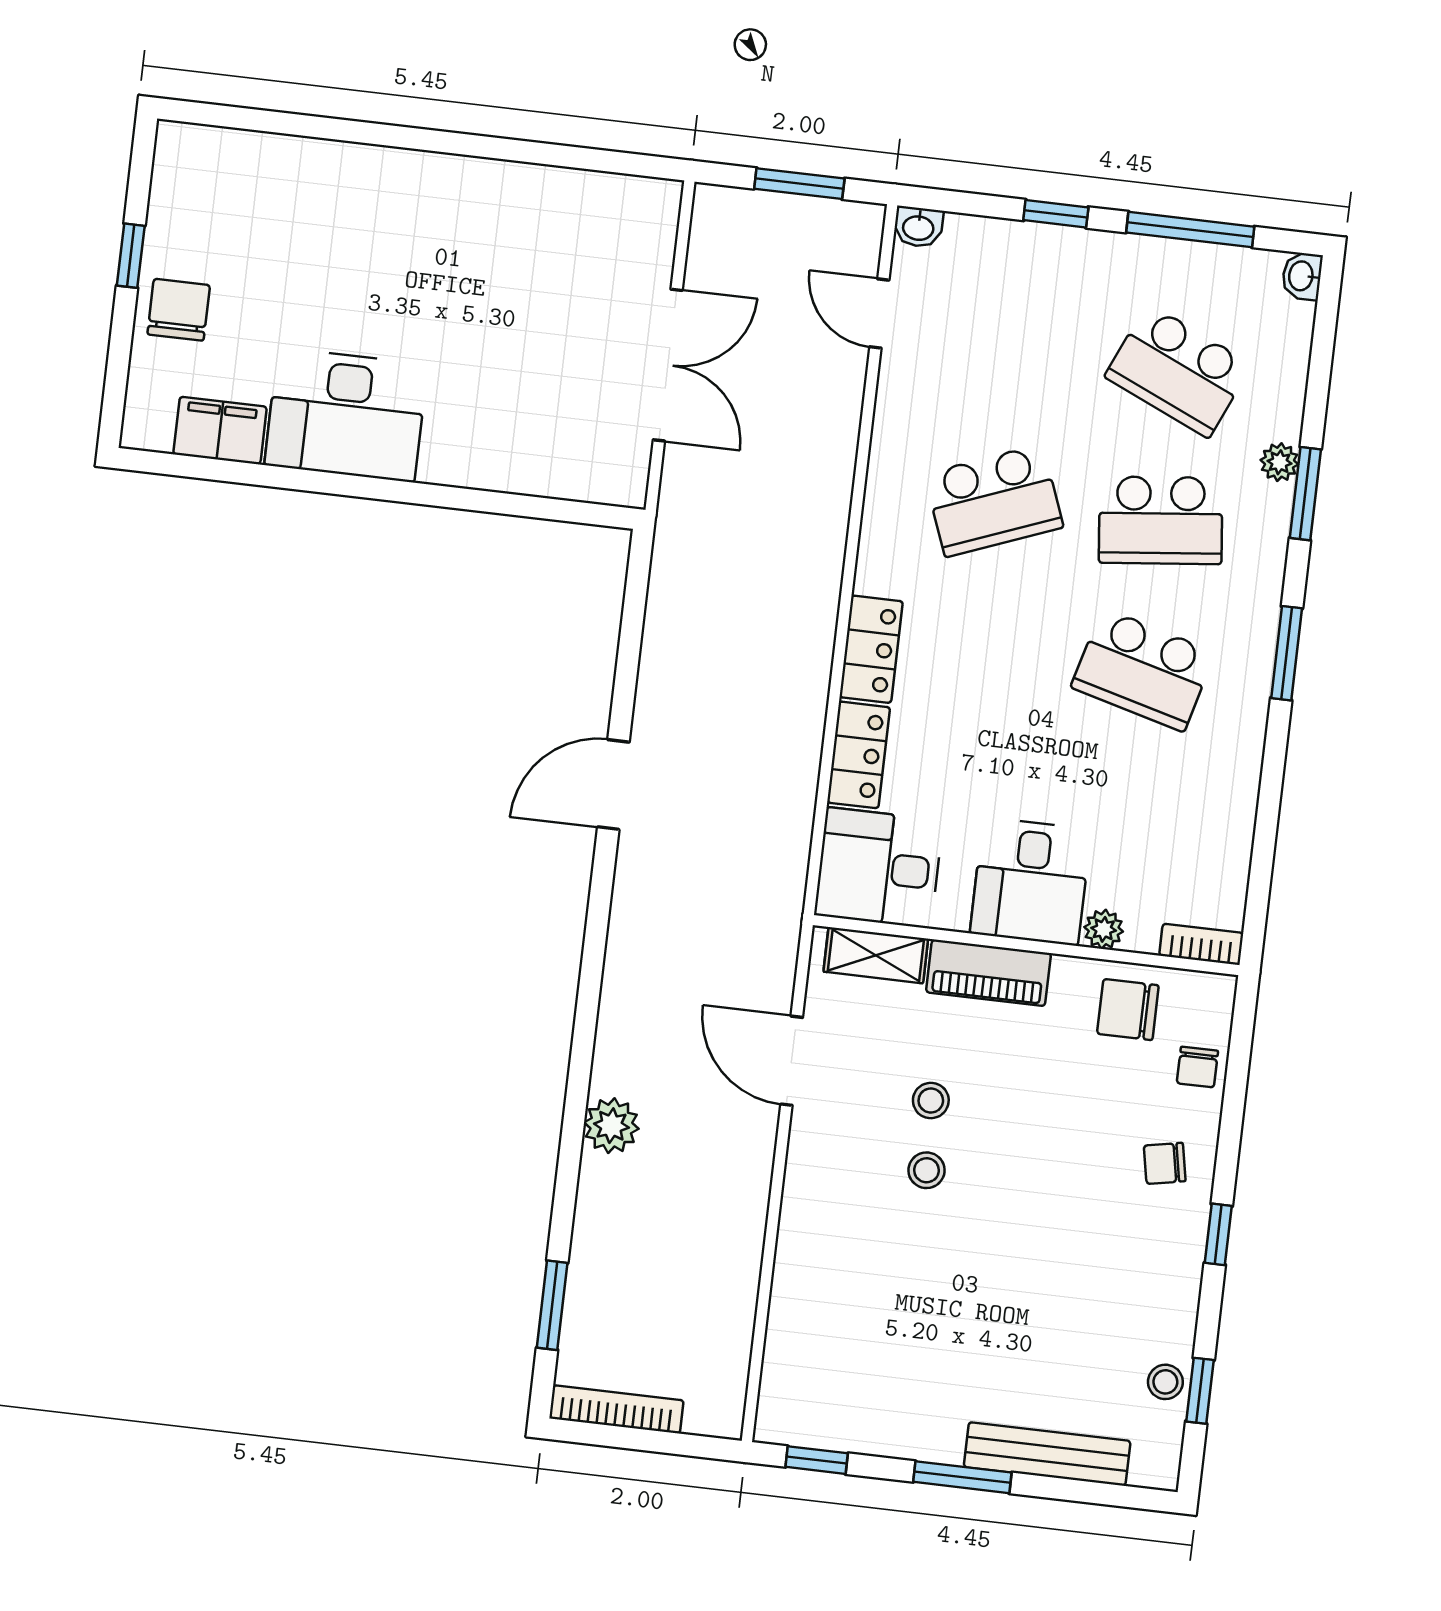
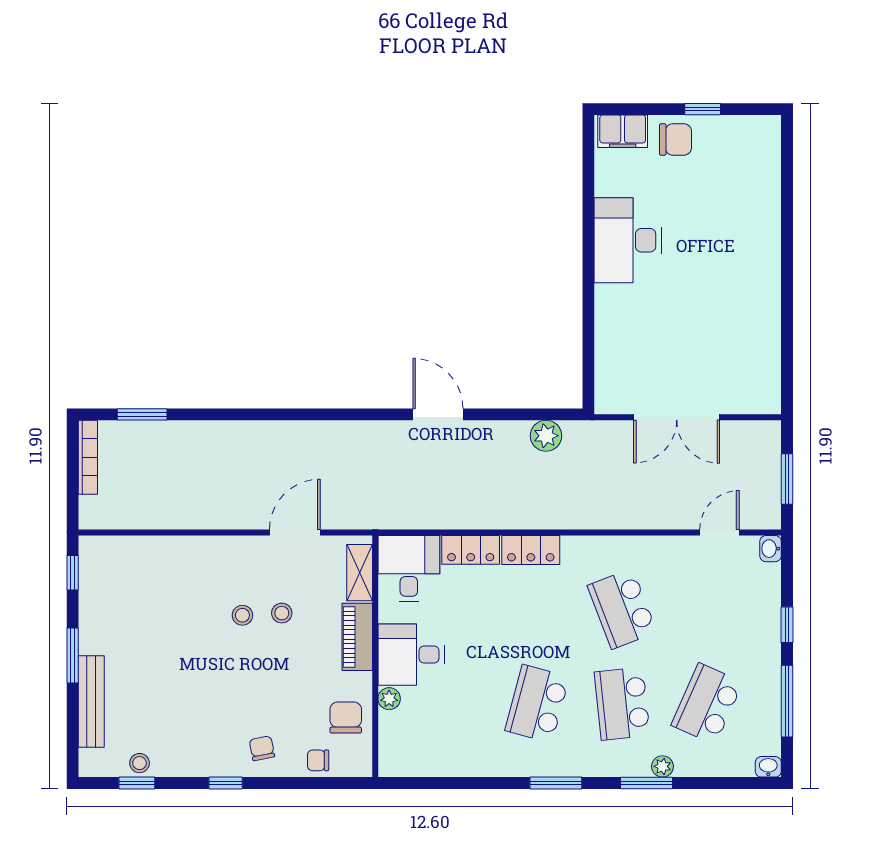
filing cabinet: (220, 430) -> (623, 131), moved, turned 90
bookcase: (1201, 944) -> (387, 754), removed
plant: (611, 1126) -> (546, 436), moved

